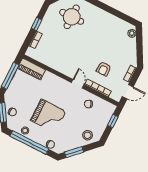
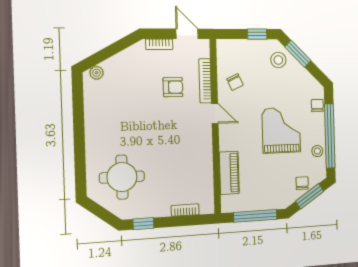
window: (37, 24) -> (143, 224), moved
piano: (32, 69) -> (229, 173), moved
door: (78, 84) -> (215, 113), swing flipped
window: (113, 121) -> (257, 34), moved
window: (74, 152) -> (298, 54), moved

